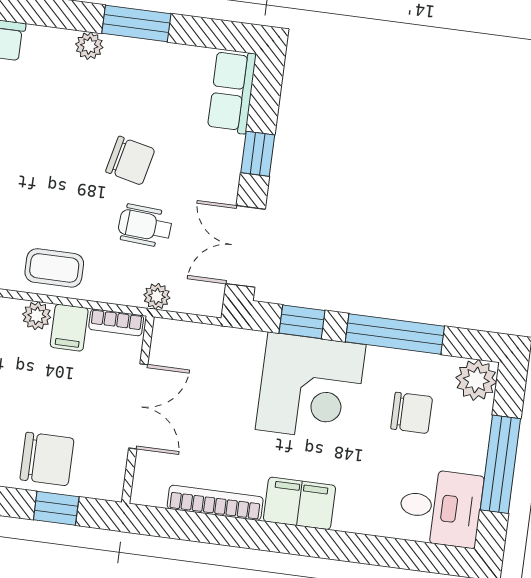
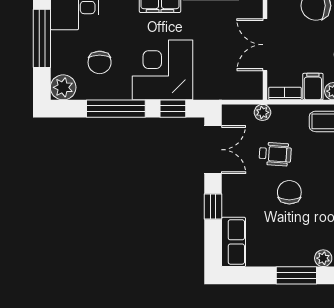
chair: (130, 161) -> (289, 192), turned 77
chair: (412, 413) -> (100, 62), turned -90

